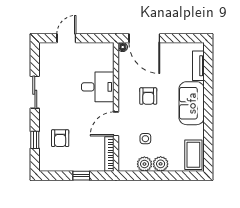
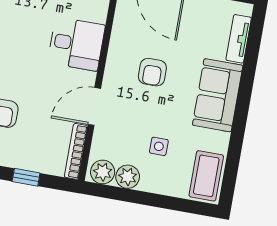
side table: (145, 139) -> (159, 146), moved
plant: (161, 164) -> (103, 172), moved

